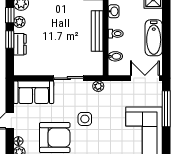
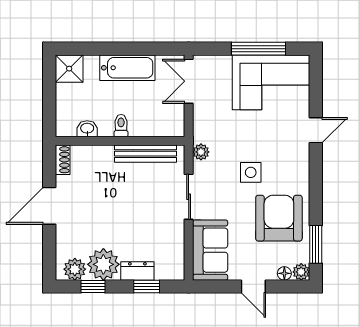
plant: (19, 22) -> (103, 264), width x1.88, depth x1.88
bench: (97, 31) -> (145, 154), moved
window: (10, 39) -> (147, 286), moved
bidet: (115, 56) -> (156, 126), removed
window: (166, 109) -> (258, 49), moved

